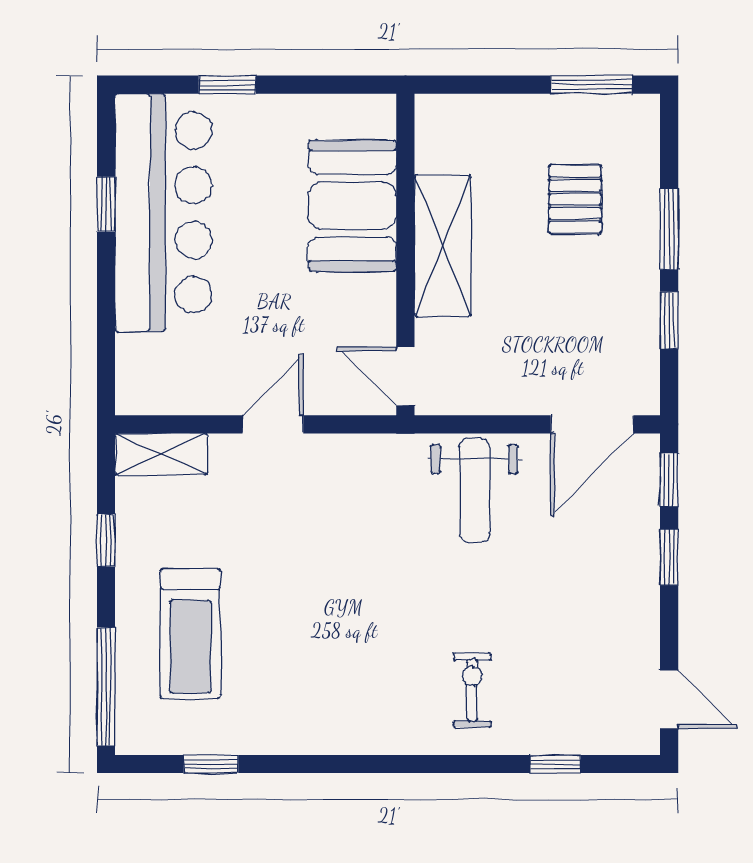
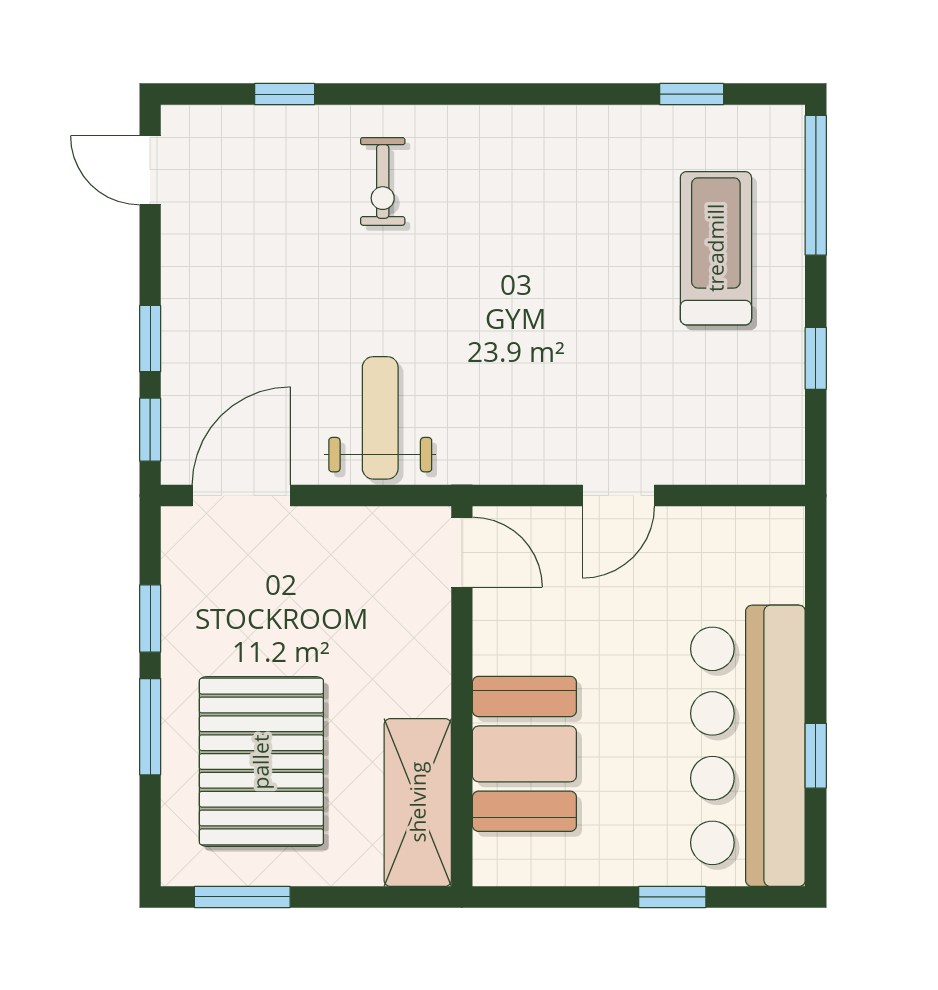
pallet: (575, 199) -> (261, 762), width x2.05, depth x2.00
shelving: (443, 246) -> (418, 802), moved
shelving: (161, 454) -> (750, 460), removed

